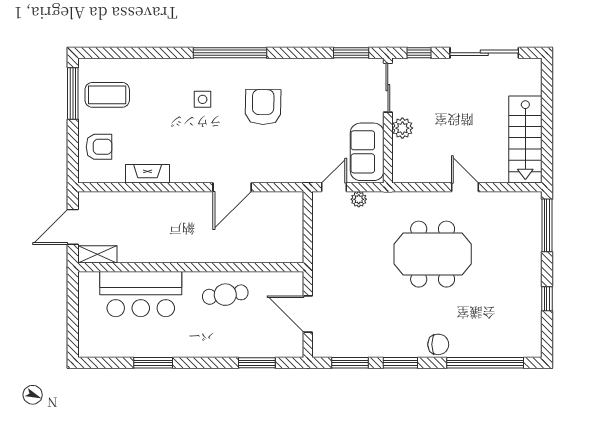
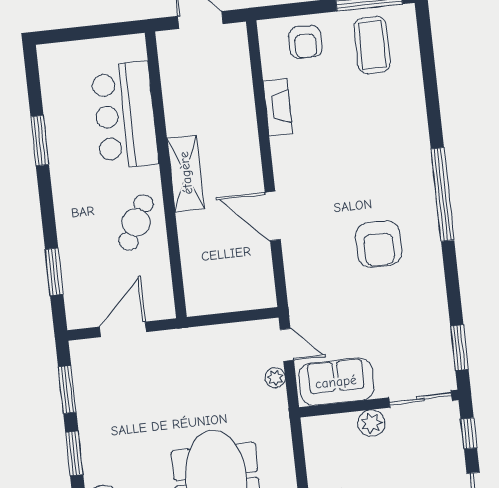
side table: (203, 99) -> (380, 166), removed
armchair: (263, 107) -> (379, 244), turned 89
shelving: (97, 254) -> (186, 173), moved, width x1.50, depth x1.33
cafe table: (225, 295) -> (136, 222), turned 36

